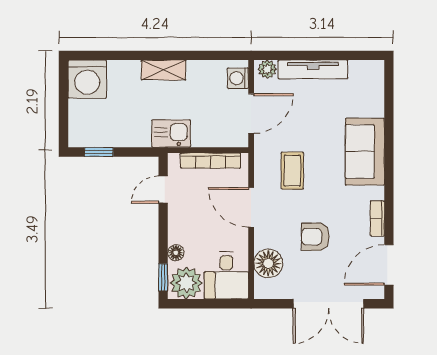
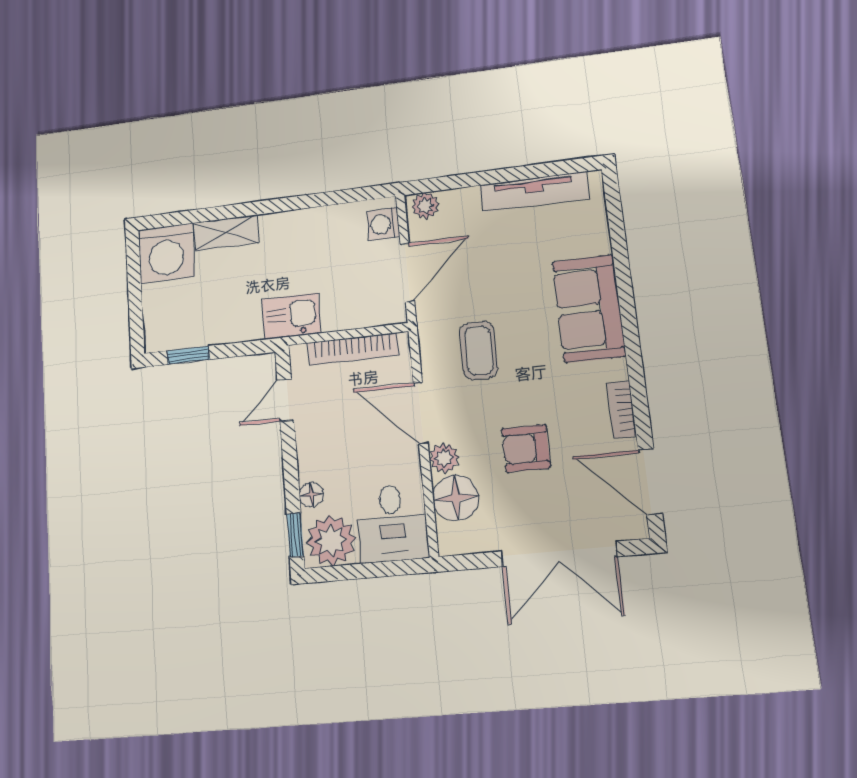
tv unit: (313, 69) -> (534, 192), moved
shelving: (163, 70) -> (226, 233), moved
plant: (263, 238) -> (444, 458), added
door: (389, 265) -> (650, 482), hinge flipped

